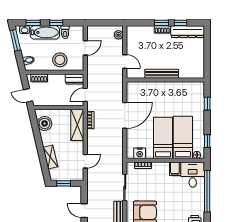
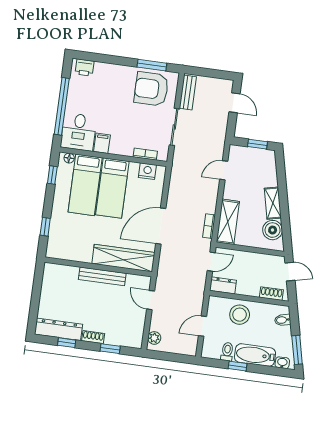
window: (33, 23) -> (269, 370), removed
window: (161, 23) -> (110, 349), moved
wardrobe: (148, 89) -> (123, 258), added
shelving: (50, 157) -> (273, 203), moved

